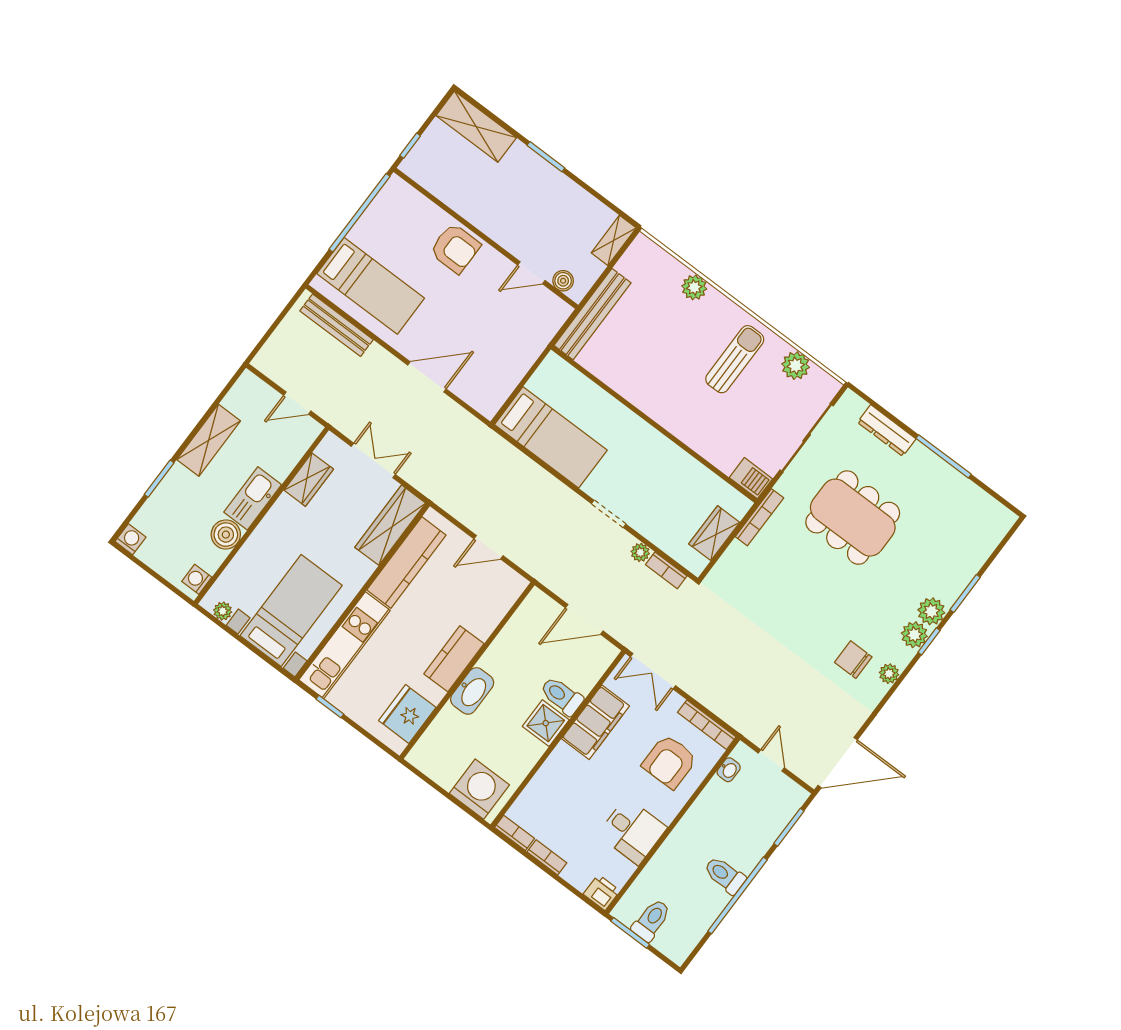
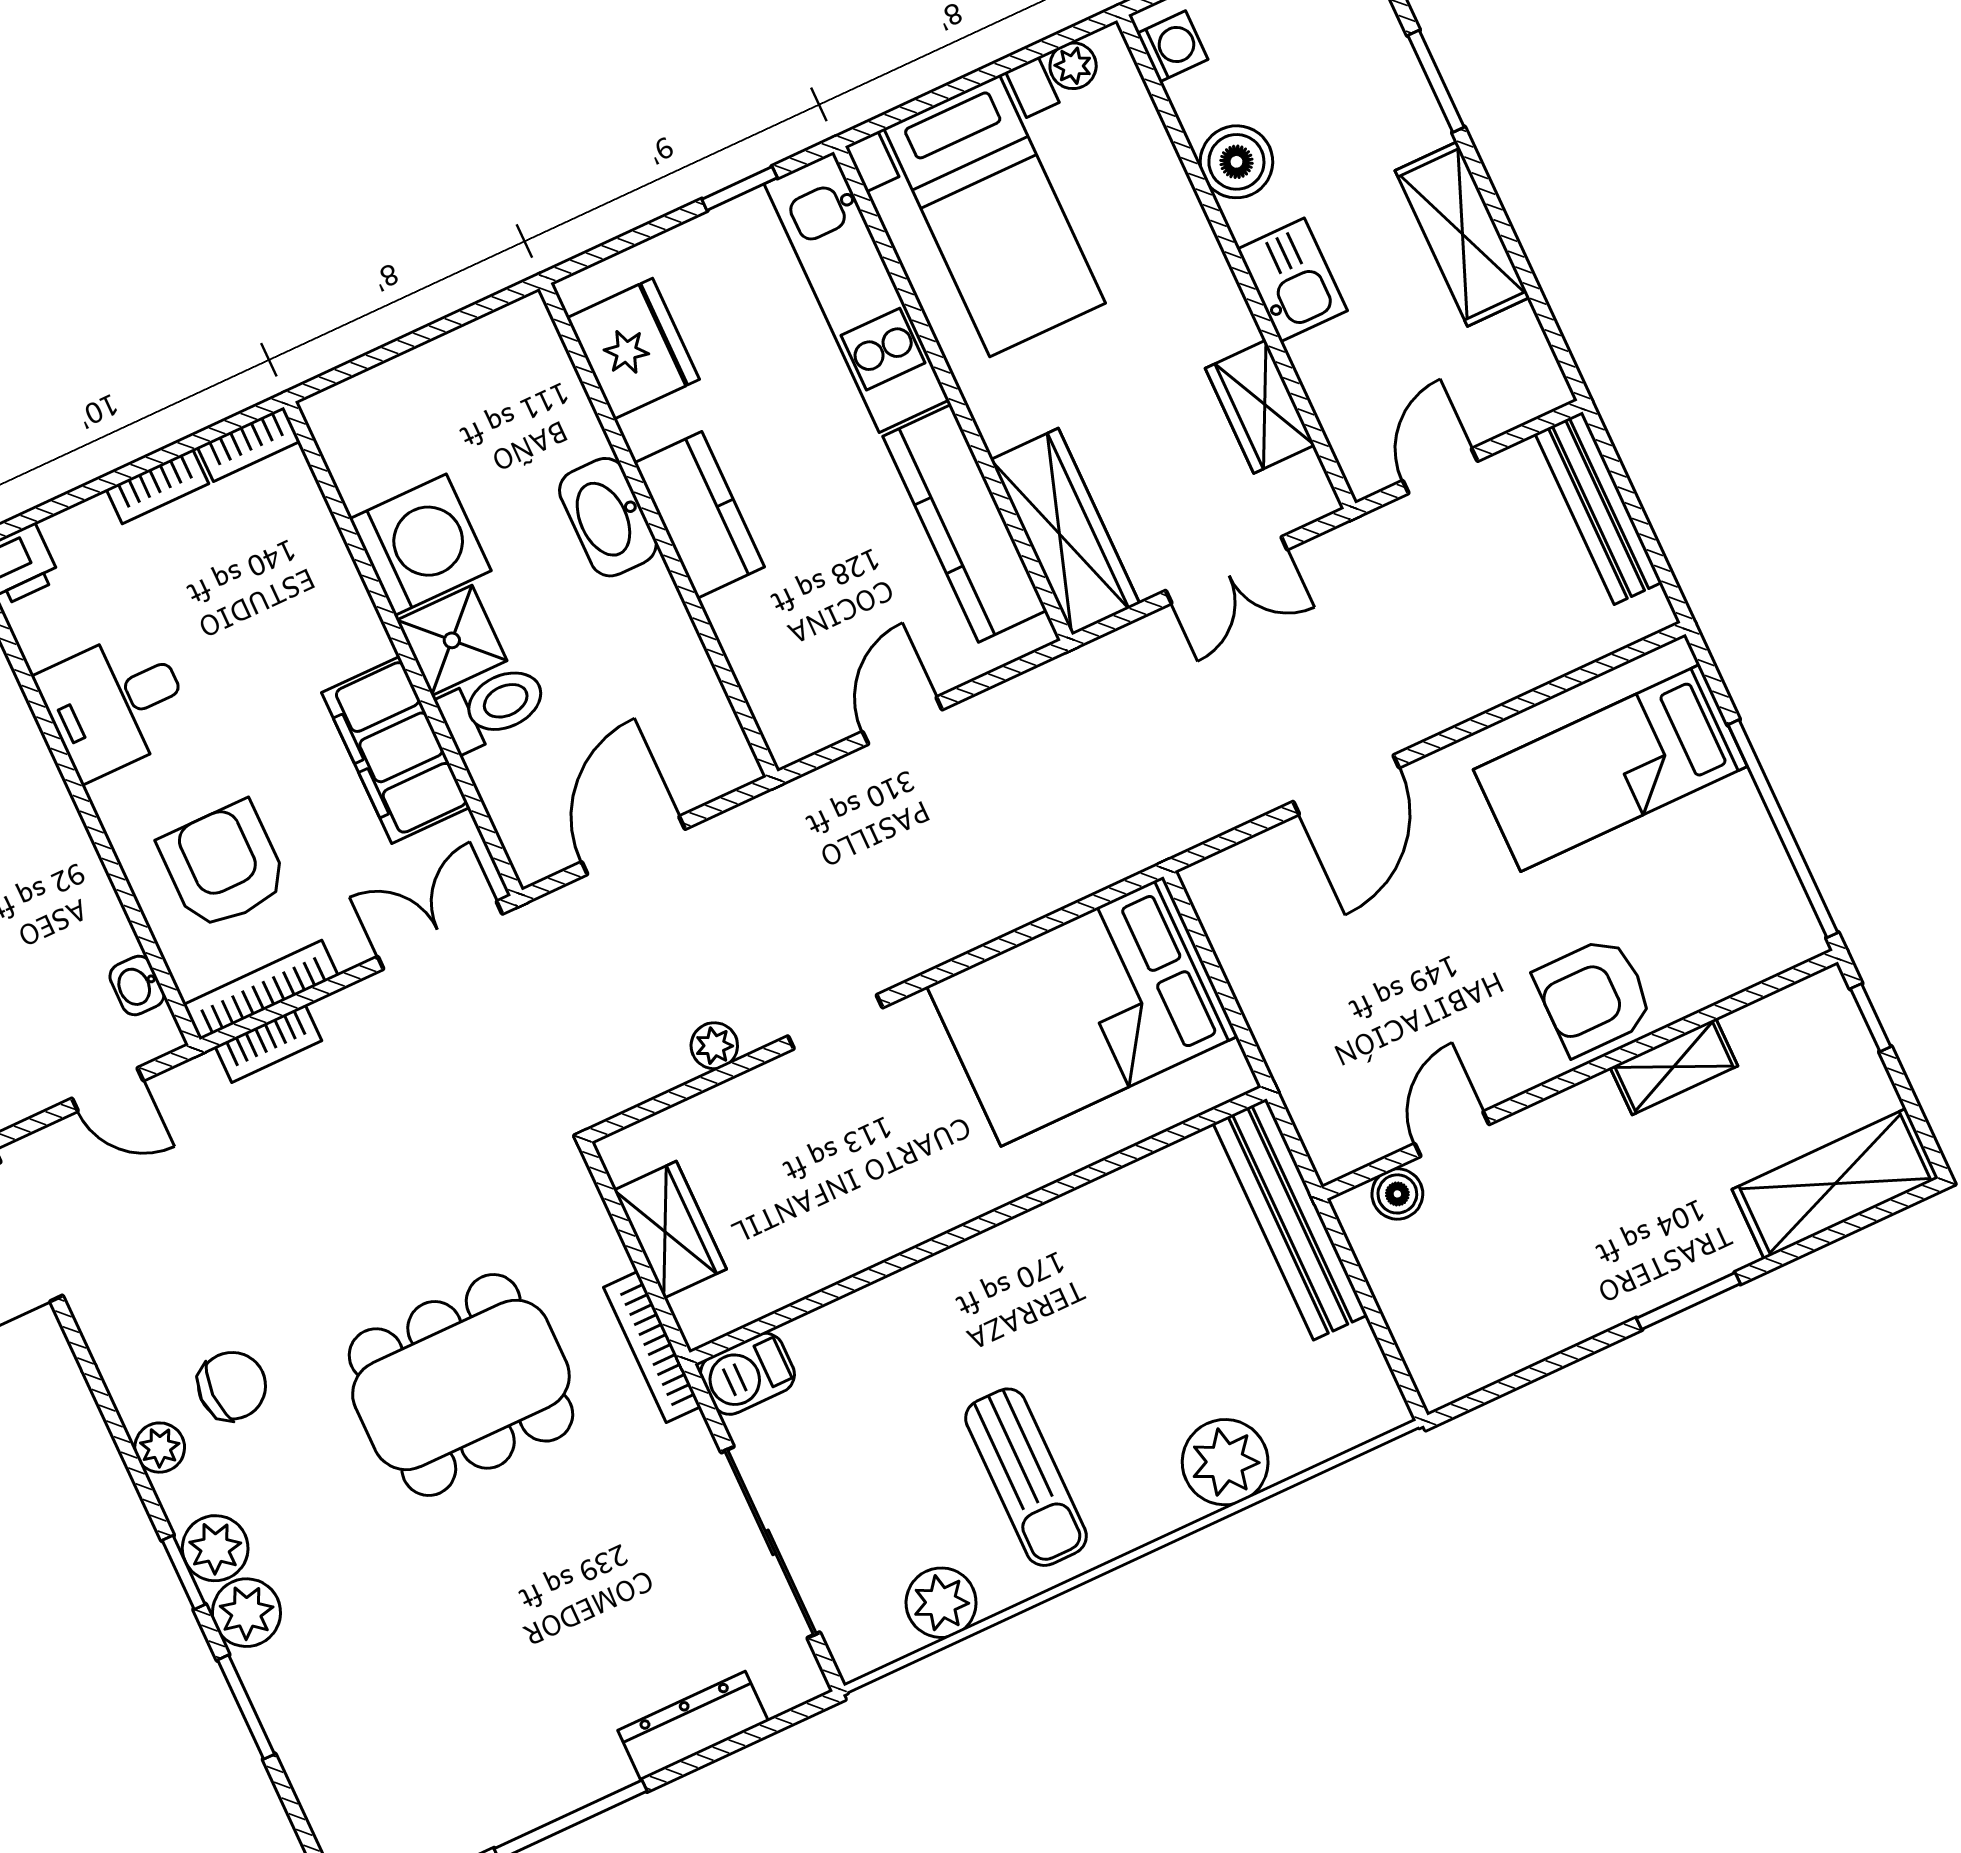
shelving: (614, 240) -> (1674, 1067), moved, turned 90
plant: (694, 287) -> (1225, 1462), width x1.36, depth x1.36
bench: (337, 325) -> (1598, 508), moved, turned 90
bed: (551, 437) -> (1082, 1011), width x1.50
kitchen sink: (253, 498) -> (1292, 280), width x0.73
dining table: (853, 518) -> (461, 1385), moved
bookcase: (666, 570) -> (268, 1044), moved, turned 180
washing machine: (479, 789) -> (420, 545), moved, turned -90

